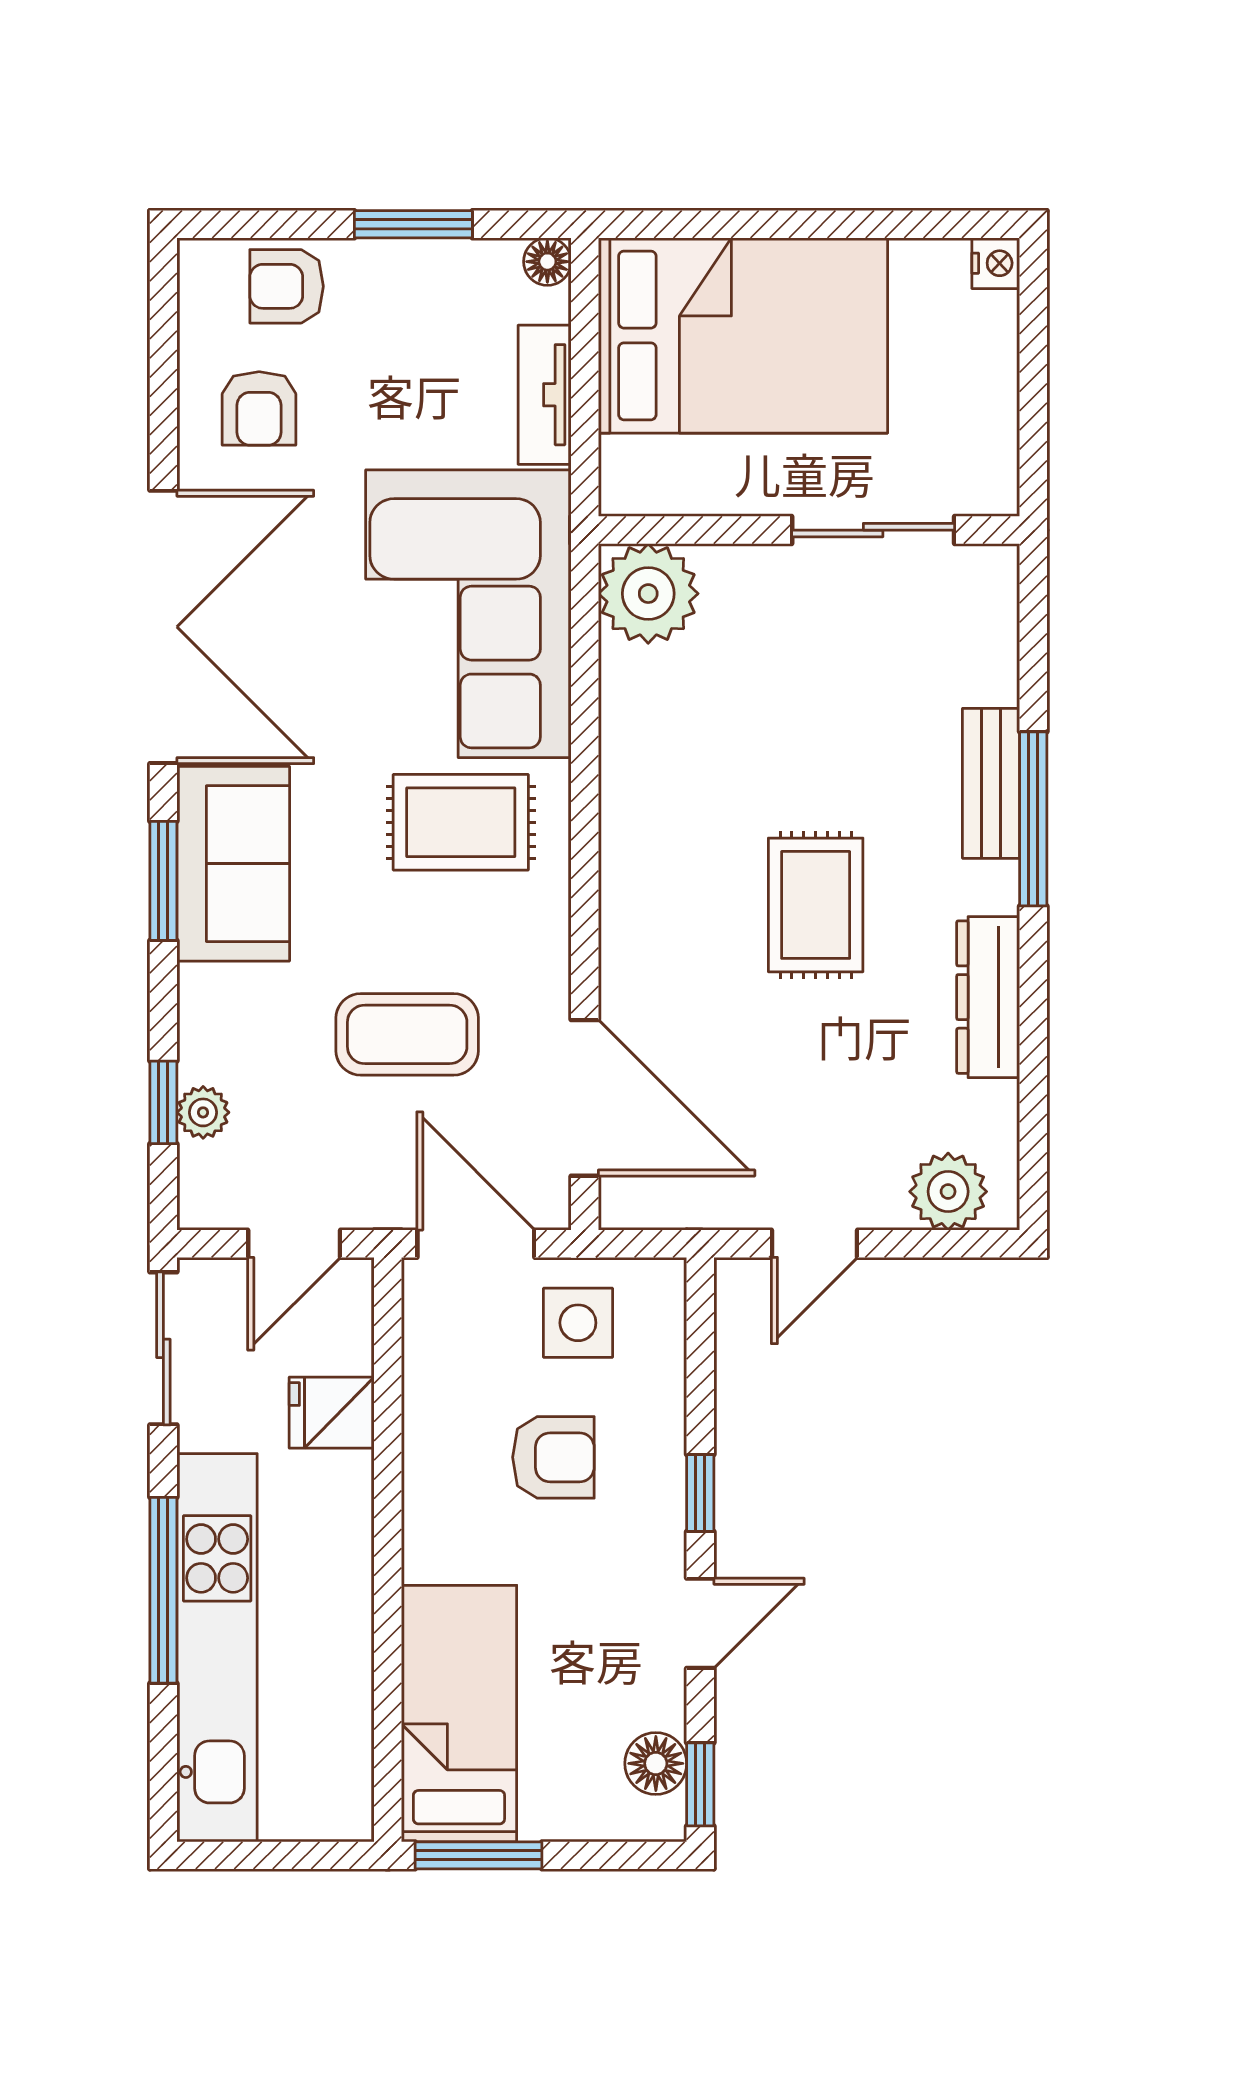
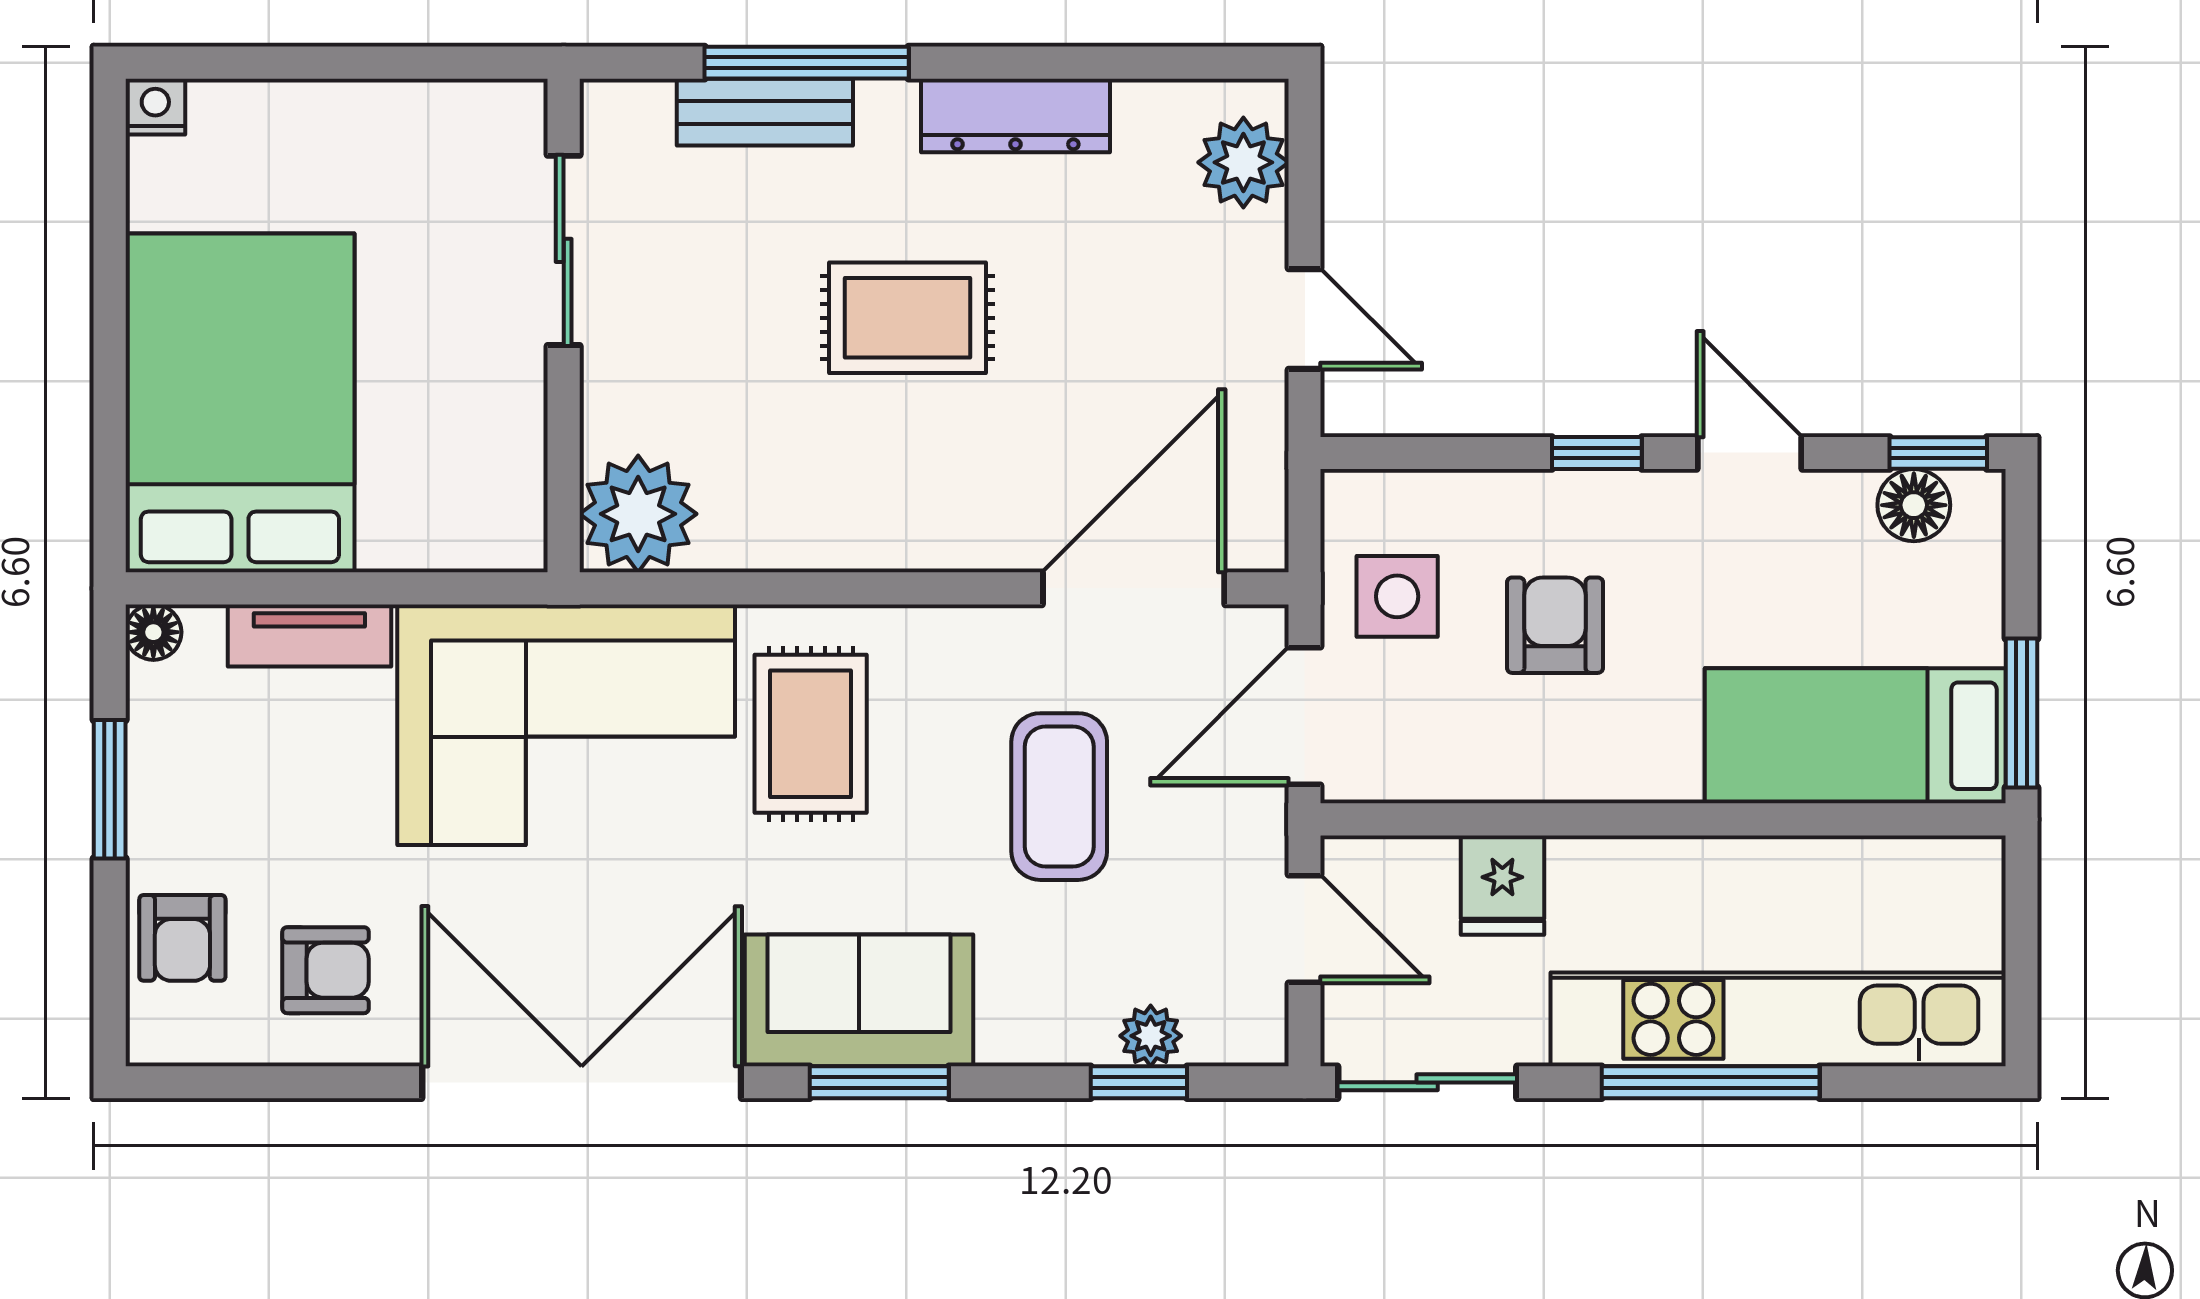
wall: (809, 530) -> (564, 325), moved
sliding door: (873, 530) -> (564, 250), moved
plant: (648, 594) -> (638, 514), moved

